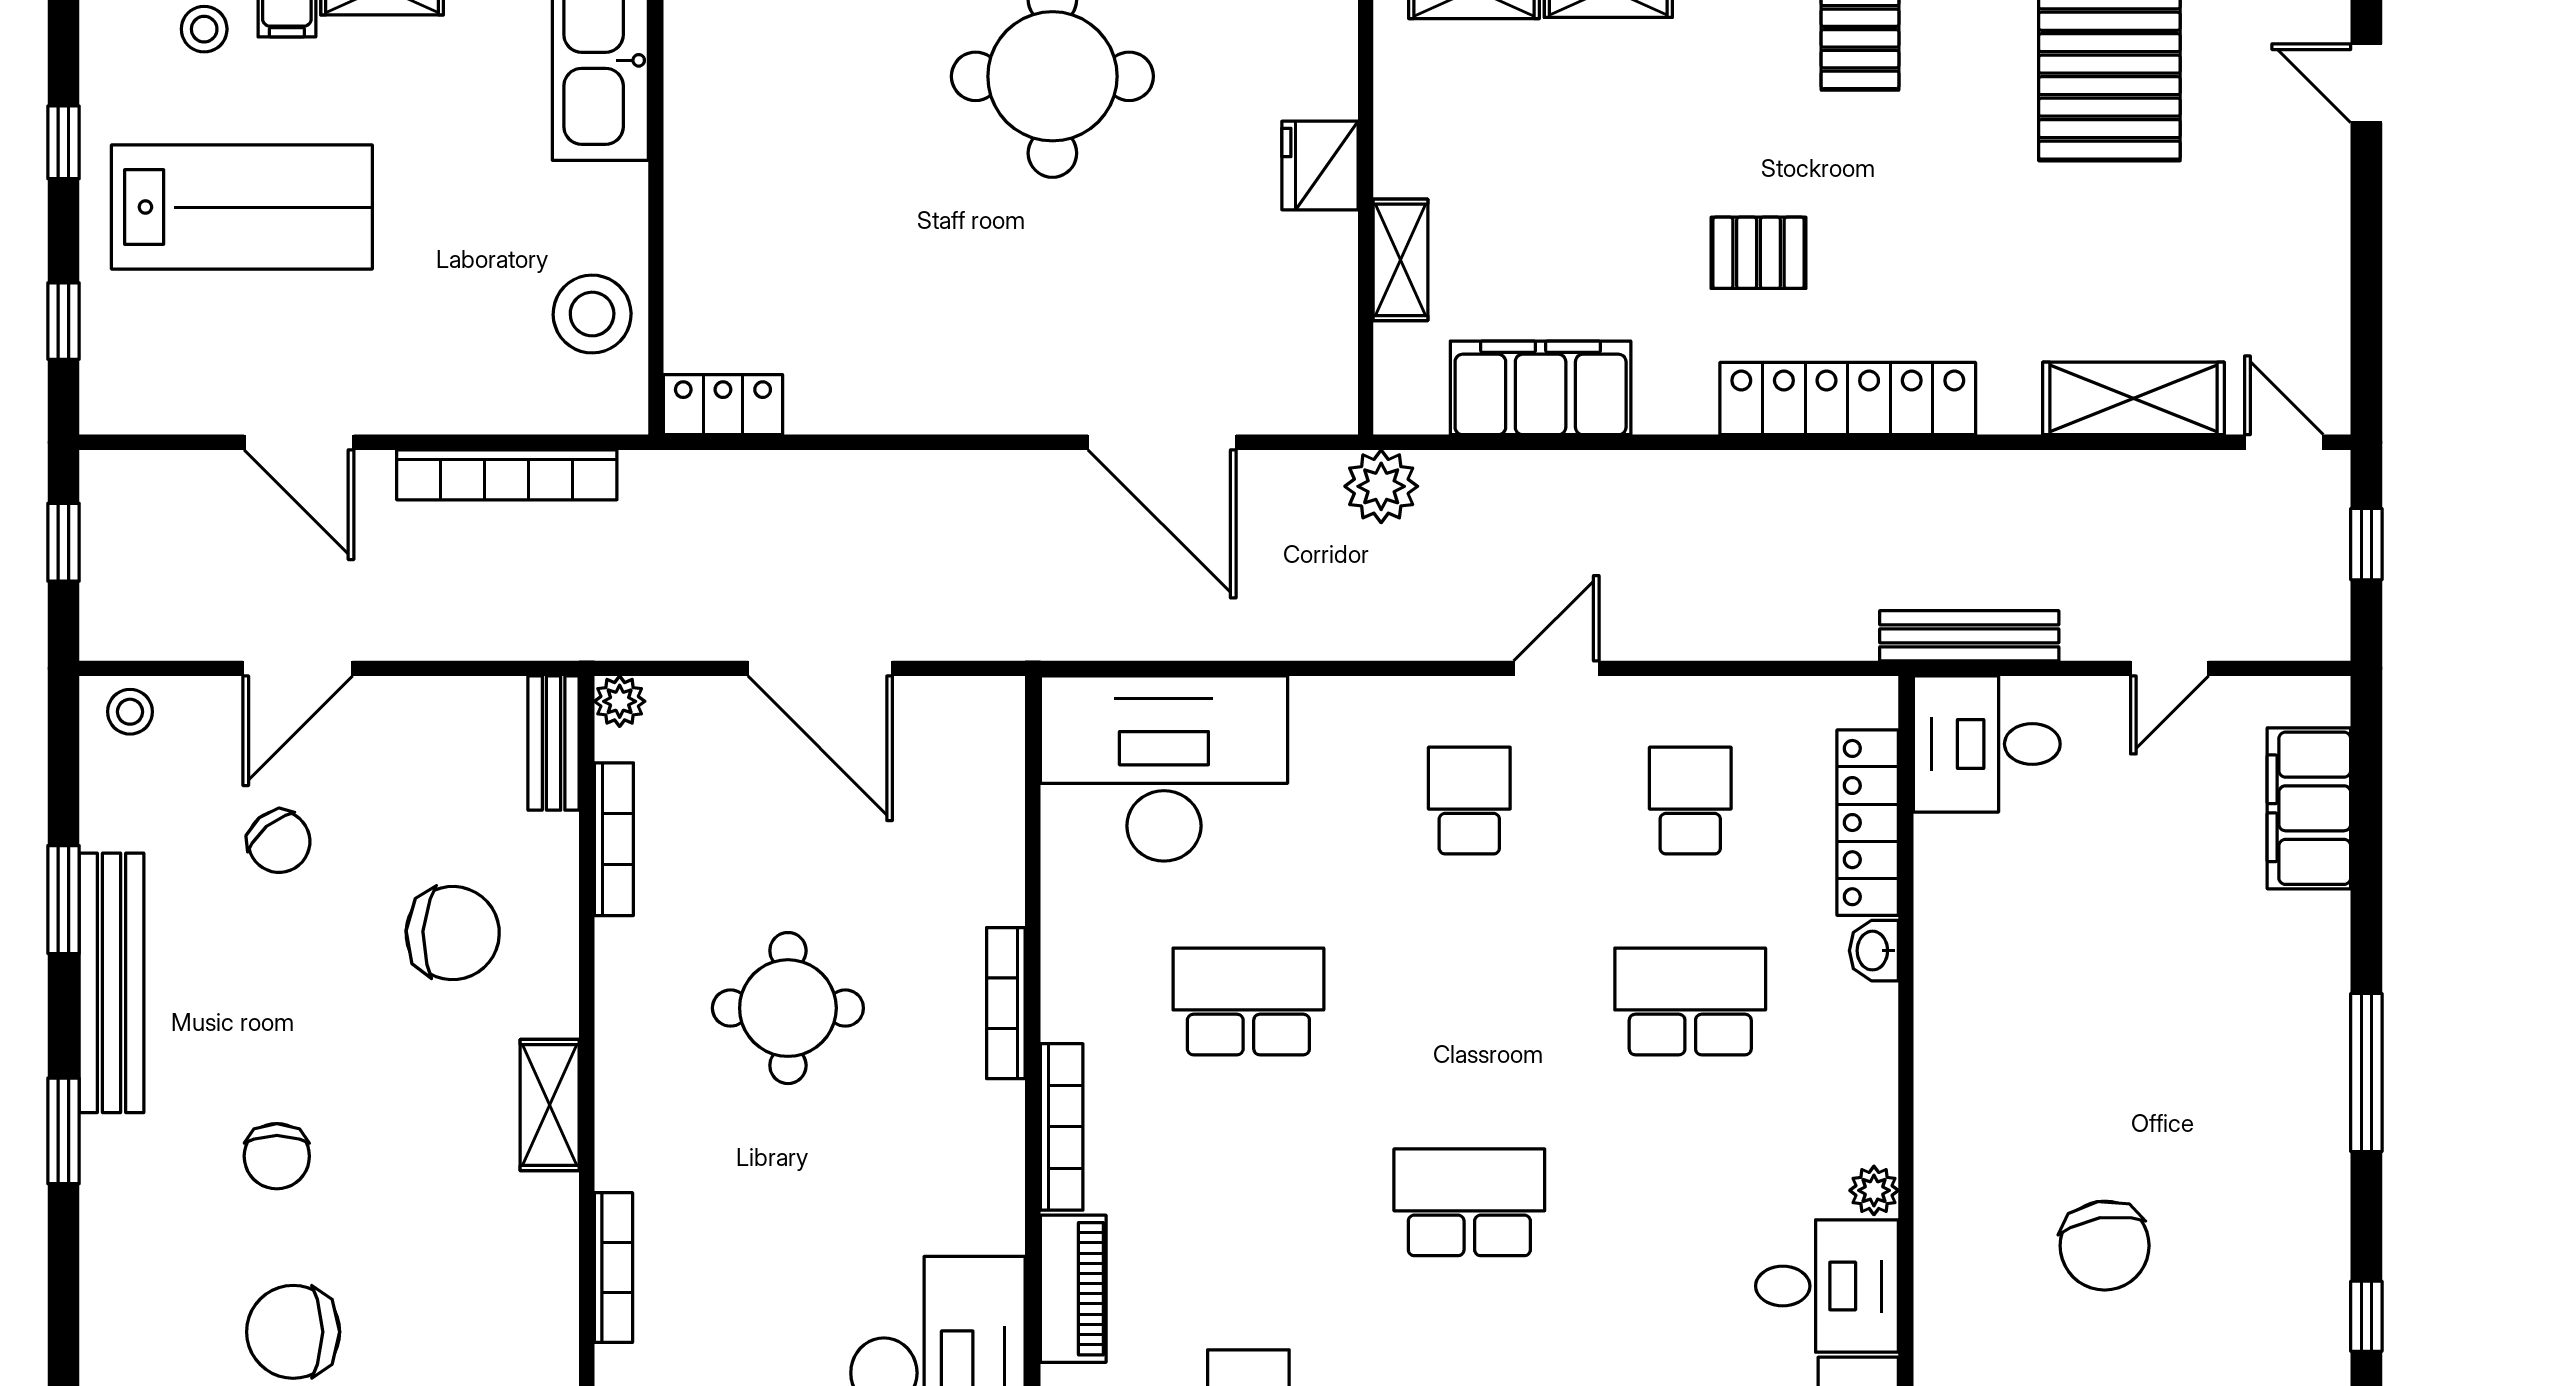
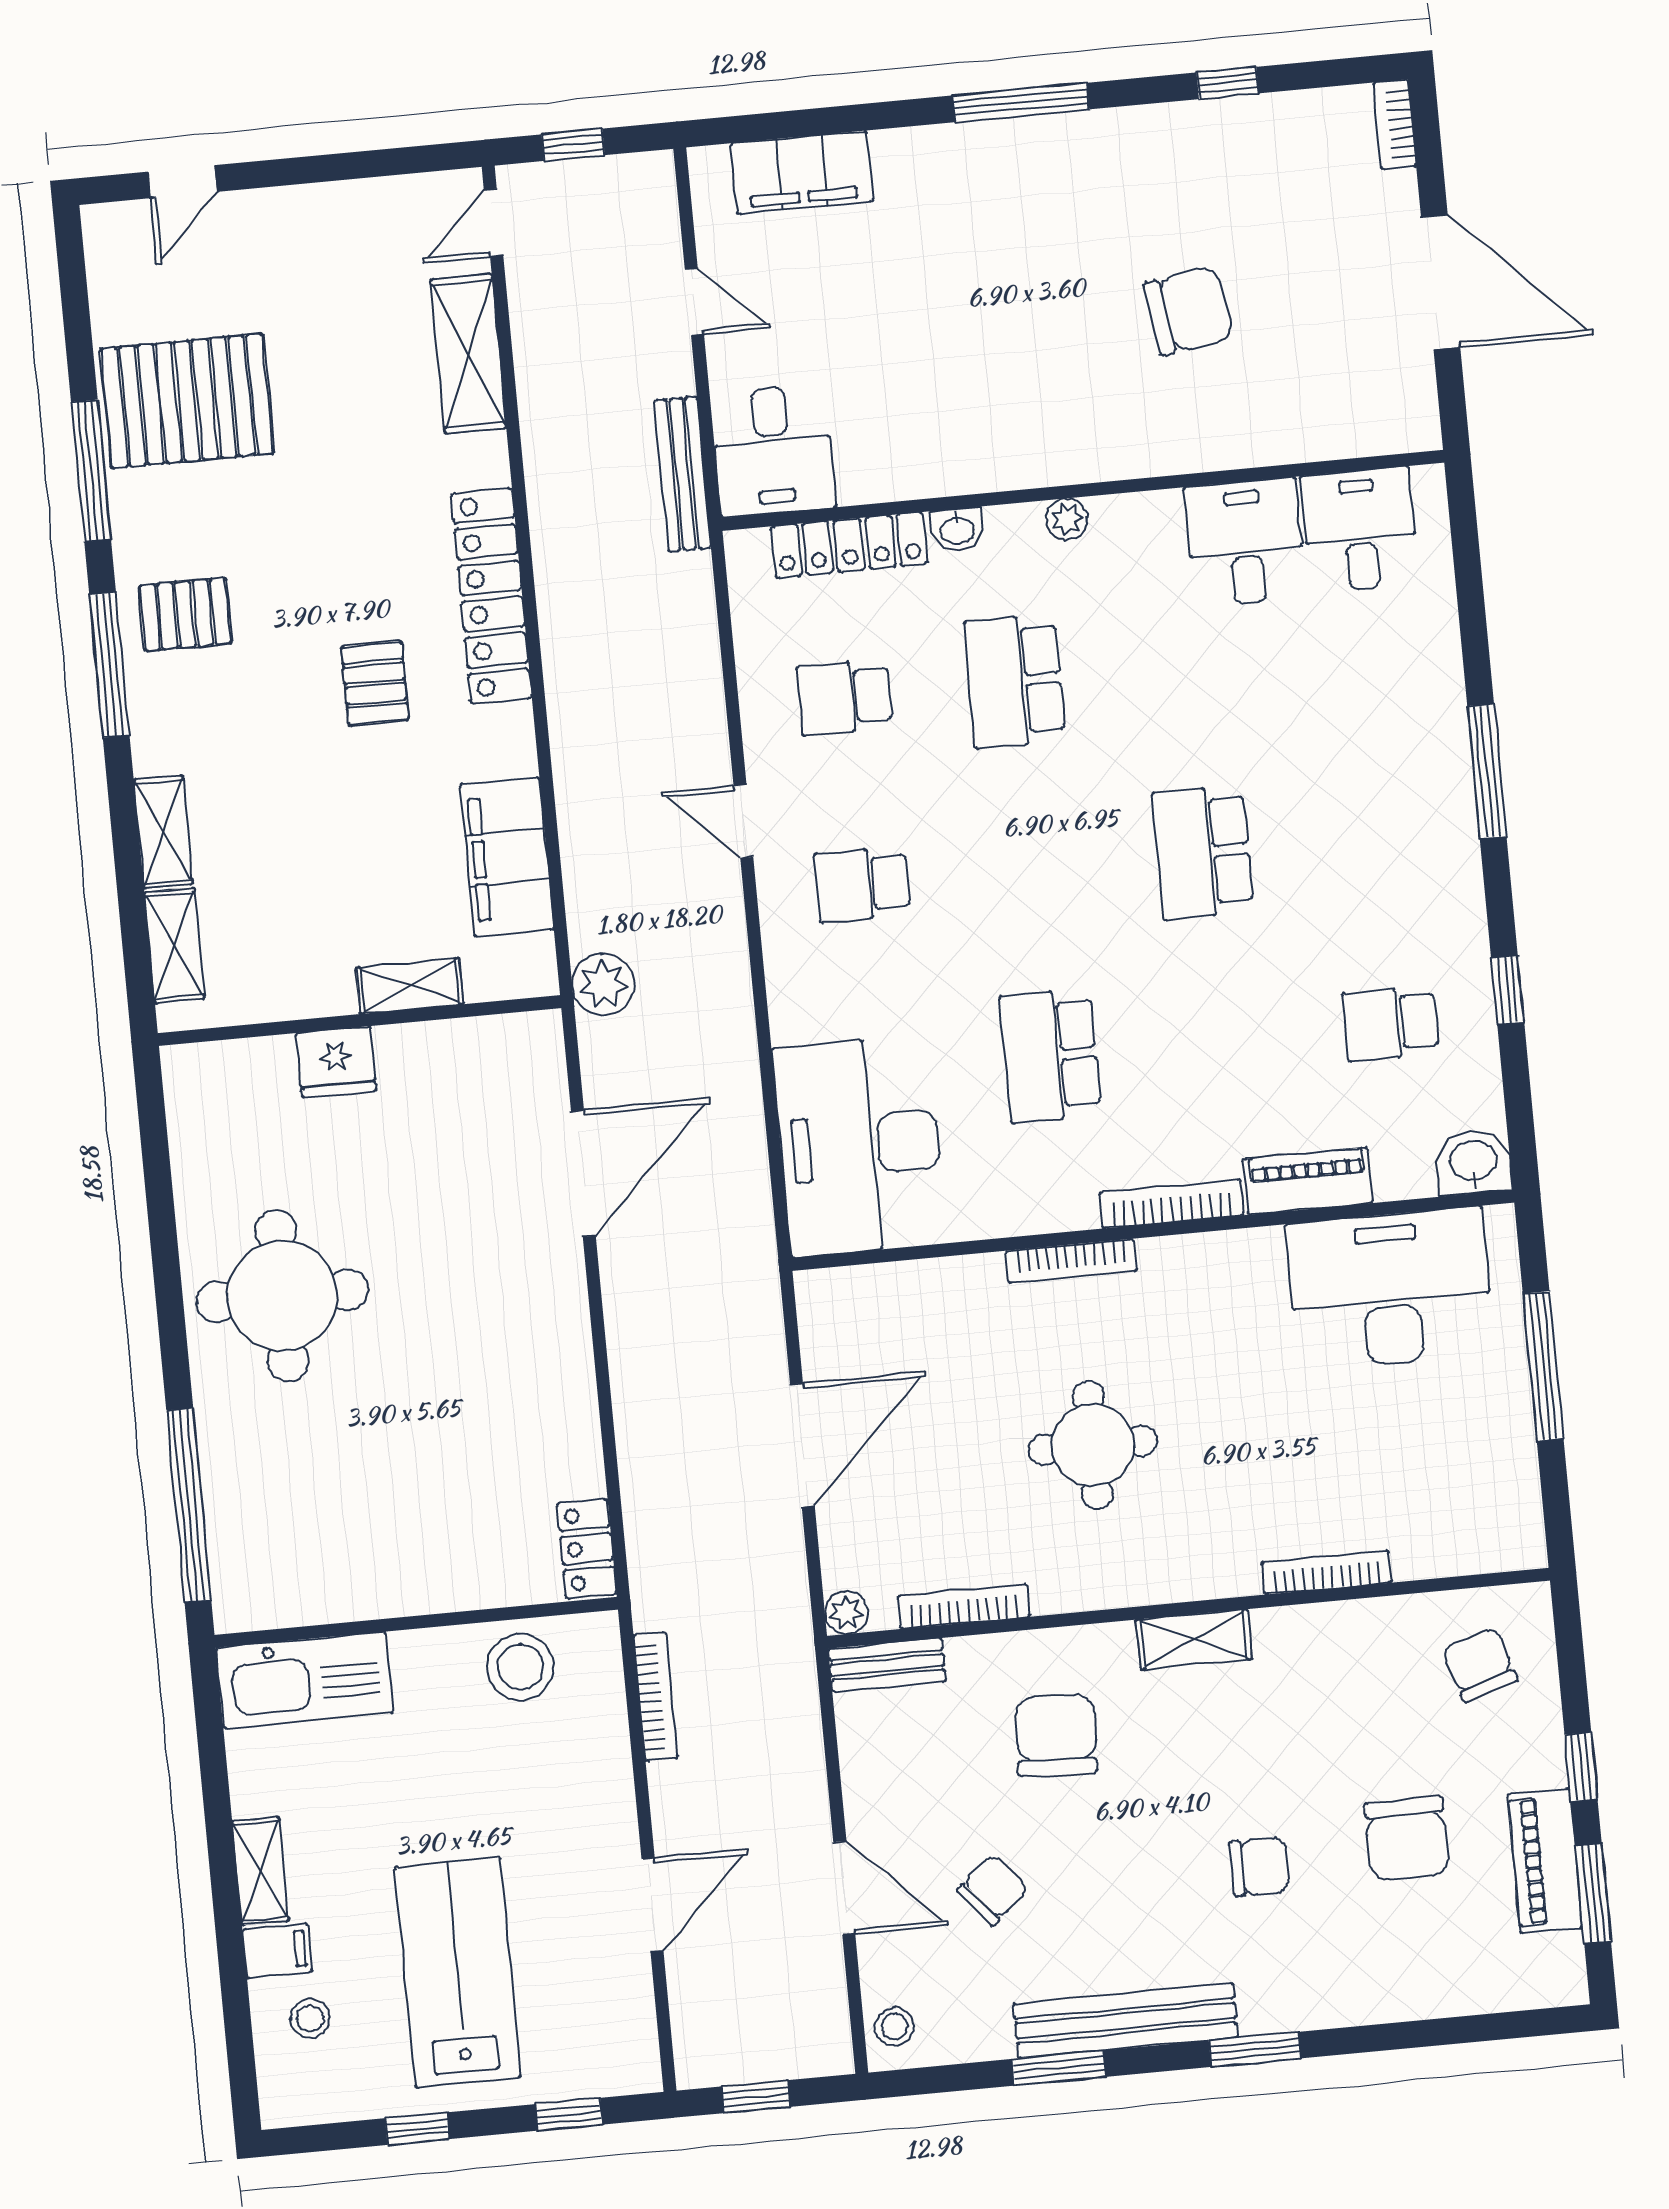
bookcase: (507, 475) -> (656, 1696), width x0.68, depth x0.76
plant: (1874, 1190) -> (1067, 519), moved

